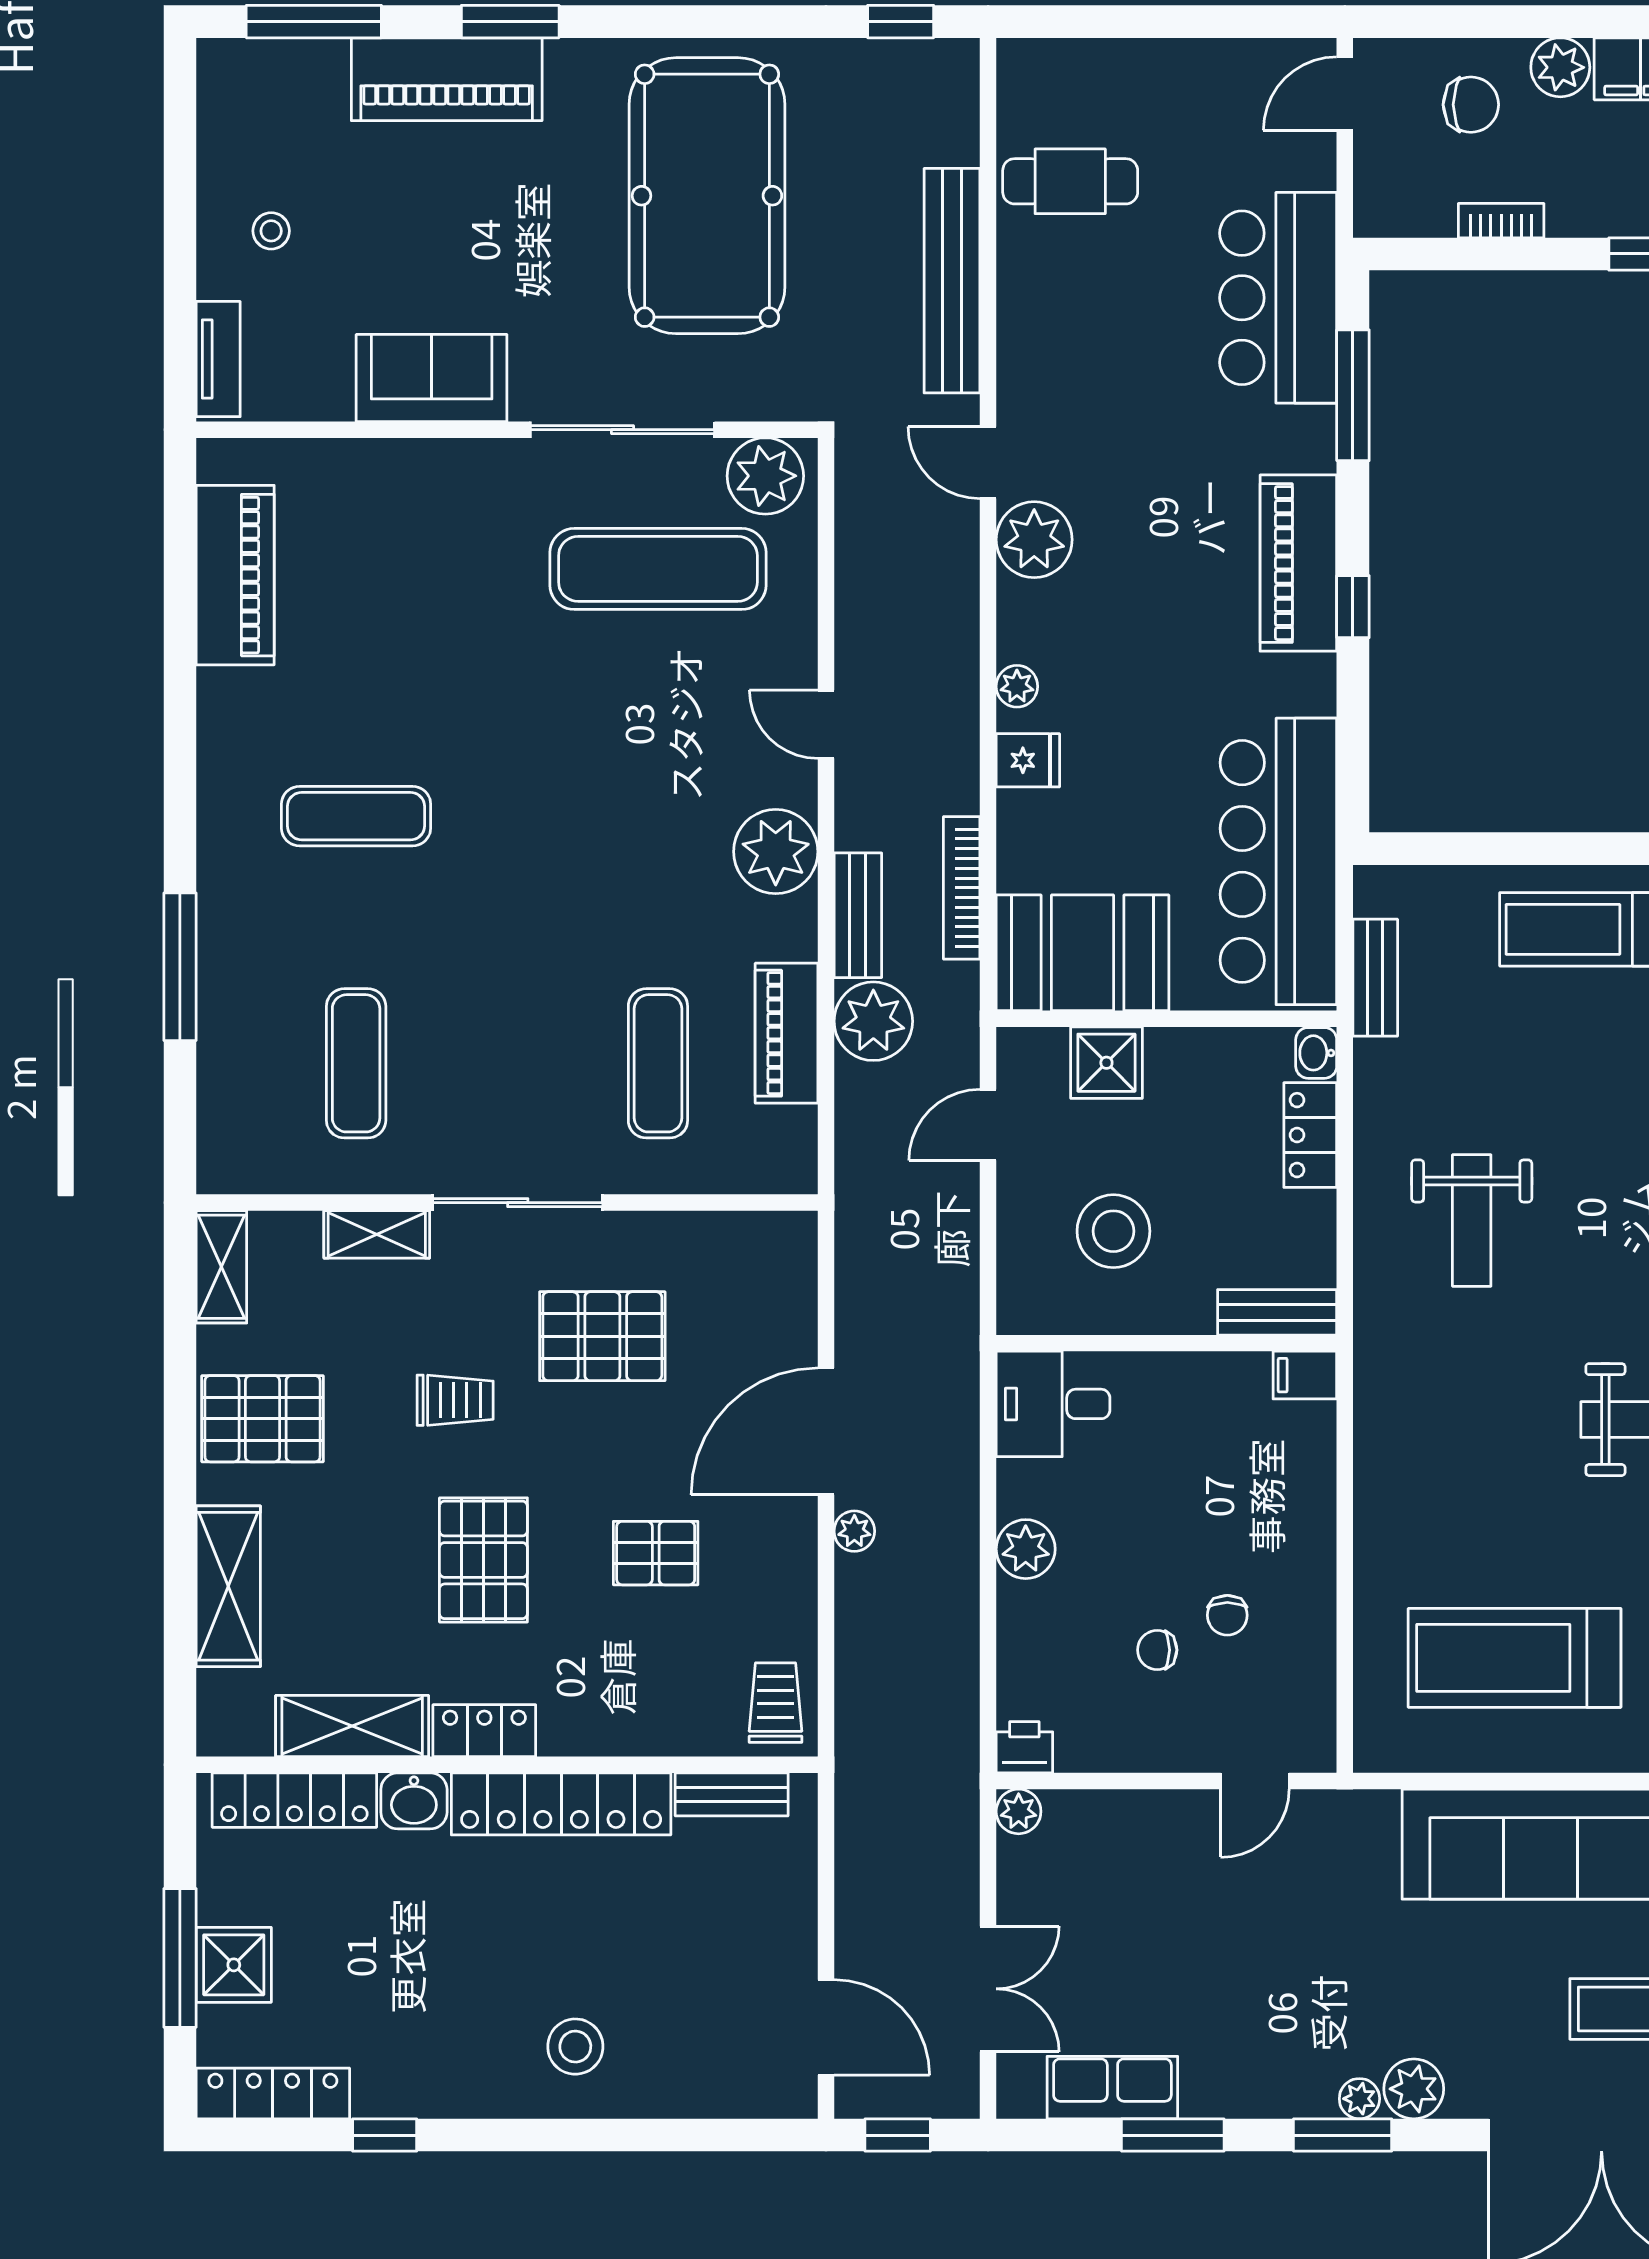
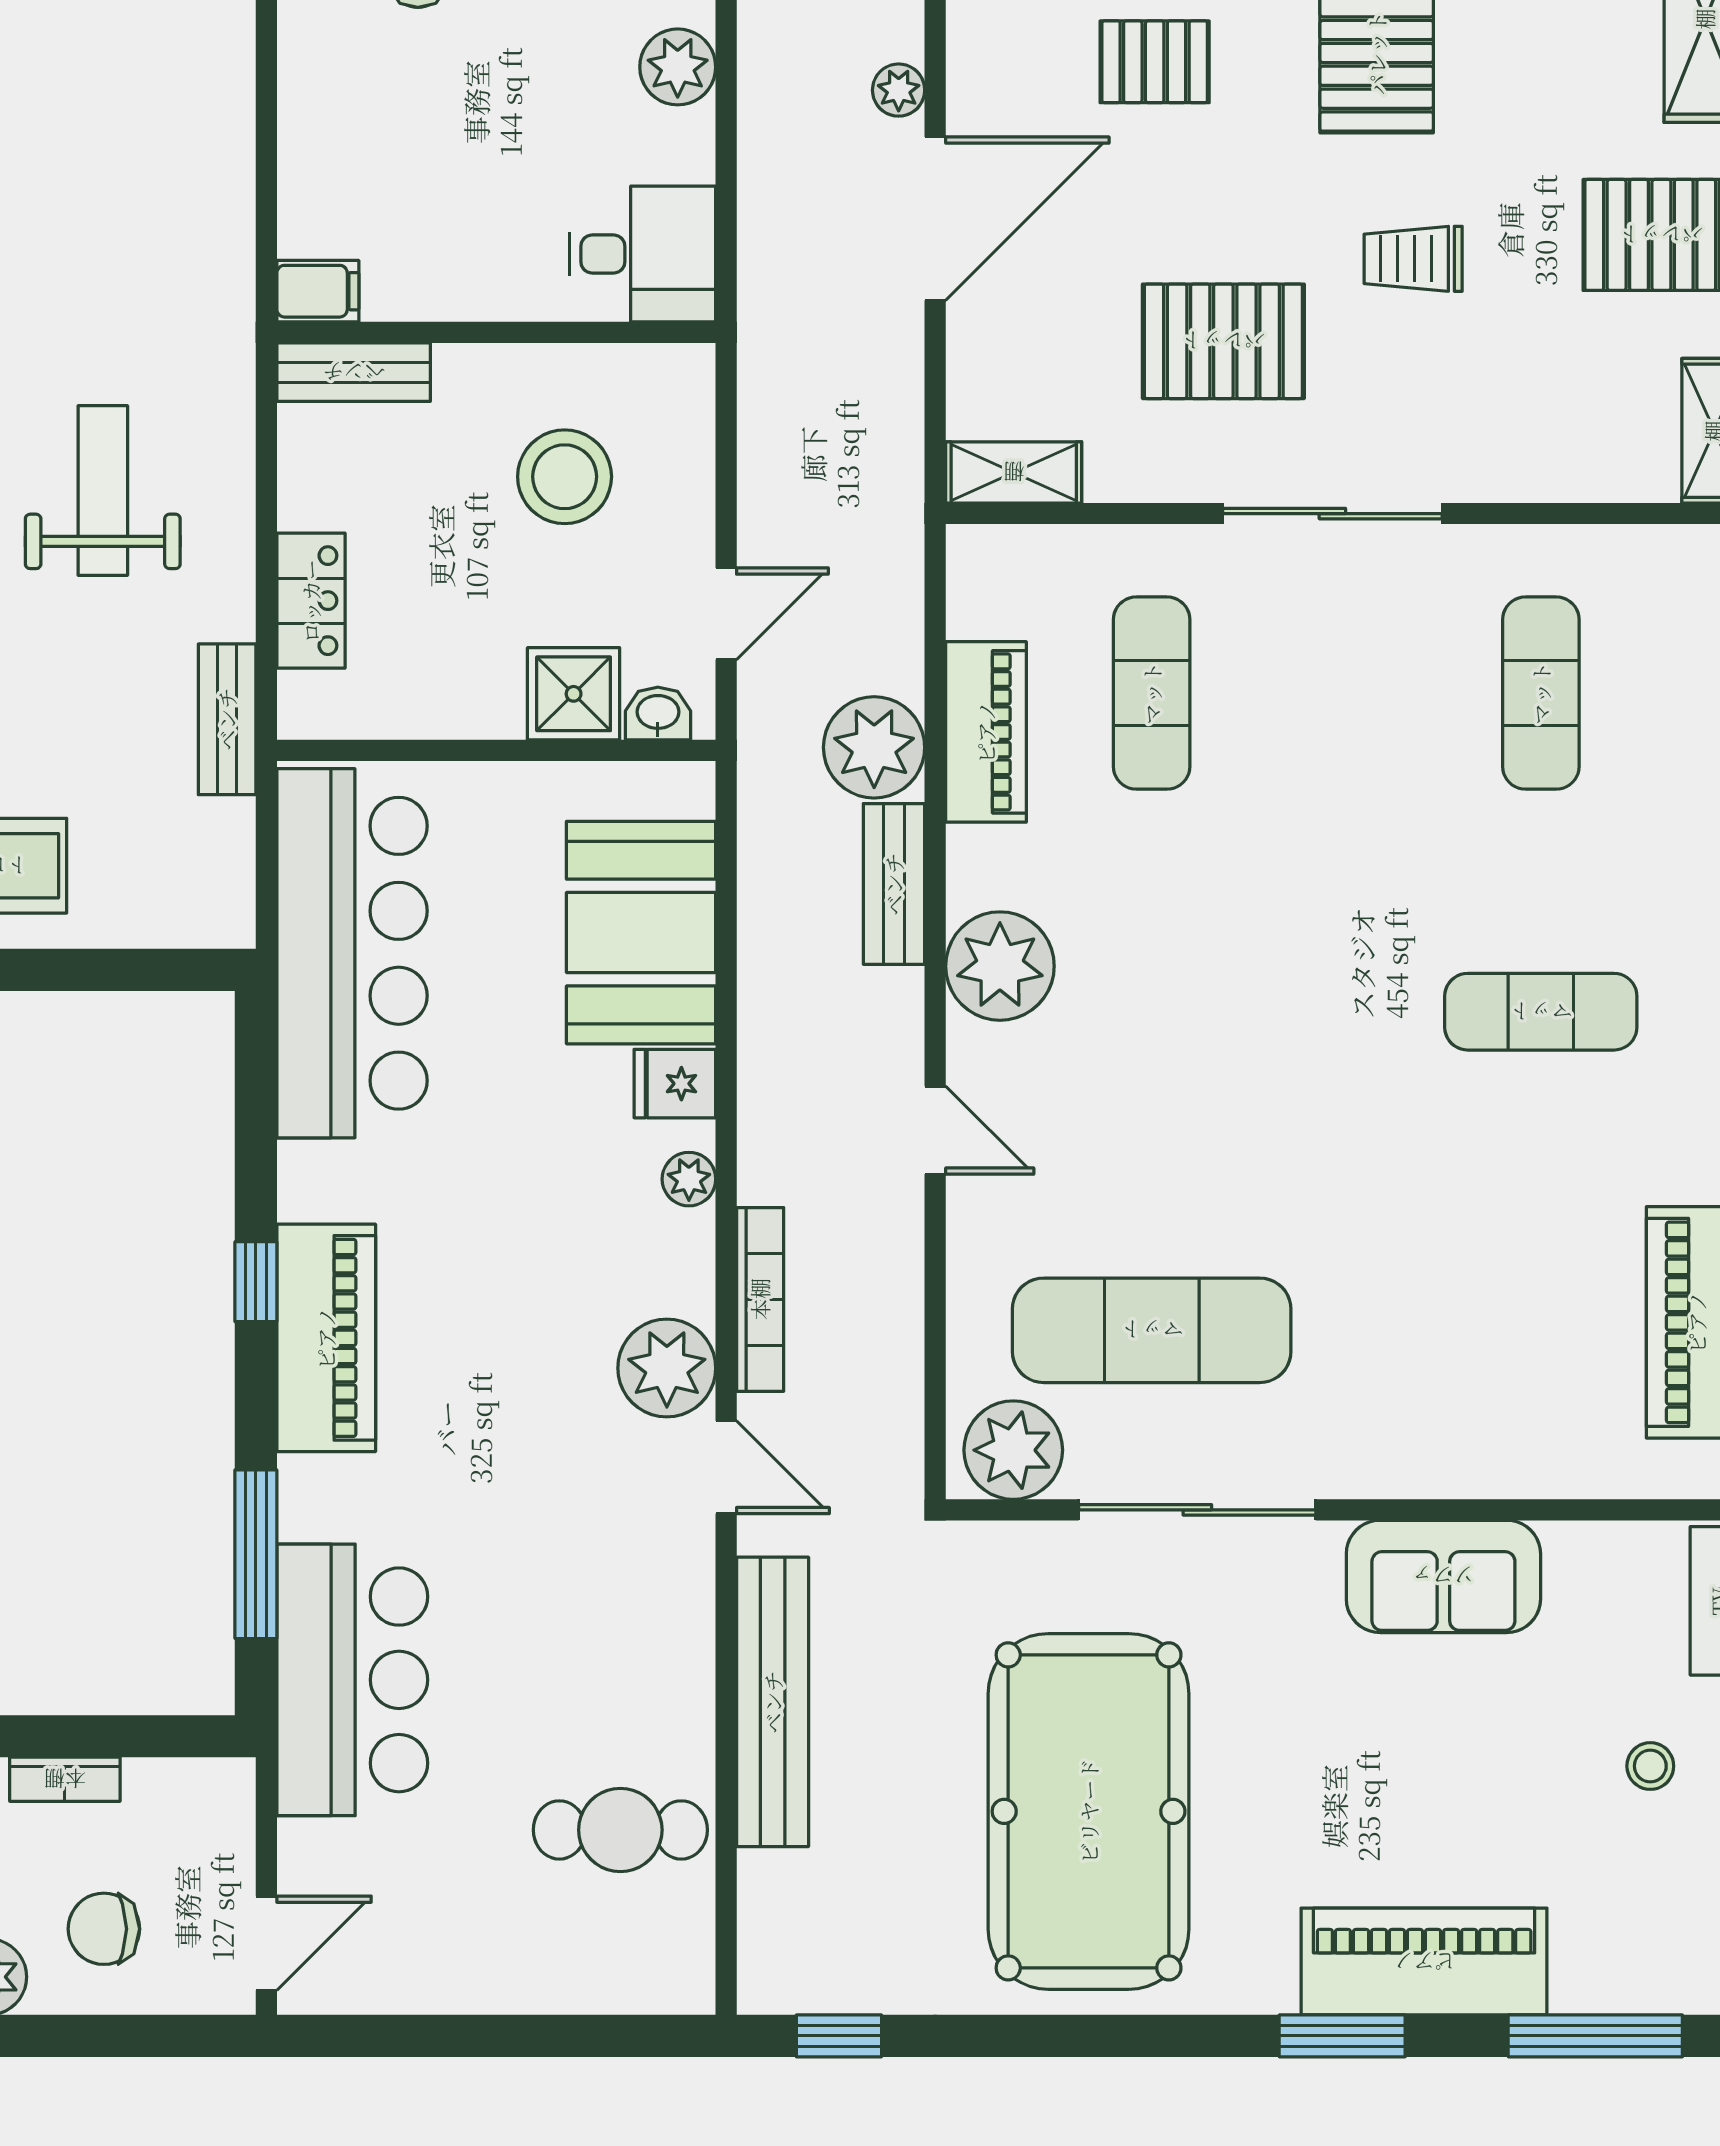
bookcase: (962, 888) -> (760, 1299), moved
booth: (1082, 953) -> (641, 933), moved, turned 90
bench: (1375, 978) -> (227, 719), moved
washbasin: (1316, 1053) -> (658, 714), moved, turned -90
shelving: (377, 1234) -> (1014, 472), moved

